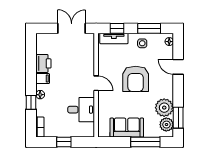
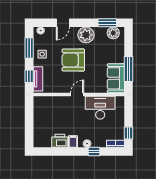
double door: (72, 28) -> (29, 116), removed
armchair: (136, 79) -> (73, 60), turned 180
plant: (164, 108) -> (86, 35), moved
desk: (81, 110) -> (100, 108), width x1.37
sofa: (127, 128) -> (116, 78), moved
window: (64, 142) -> (129, 133), moved
window: (145, 142) -> (129, 69), moved

